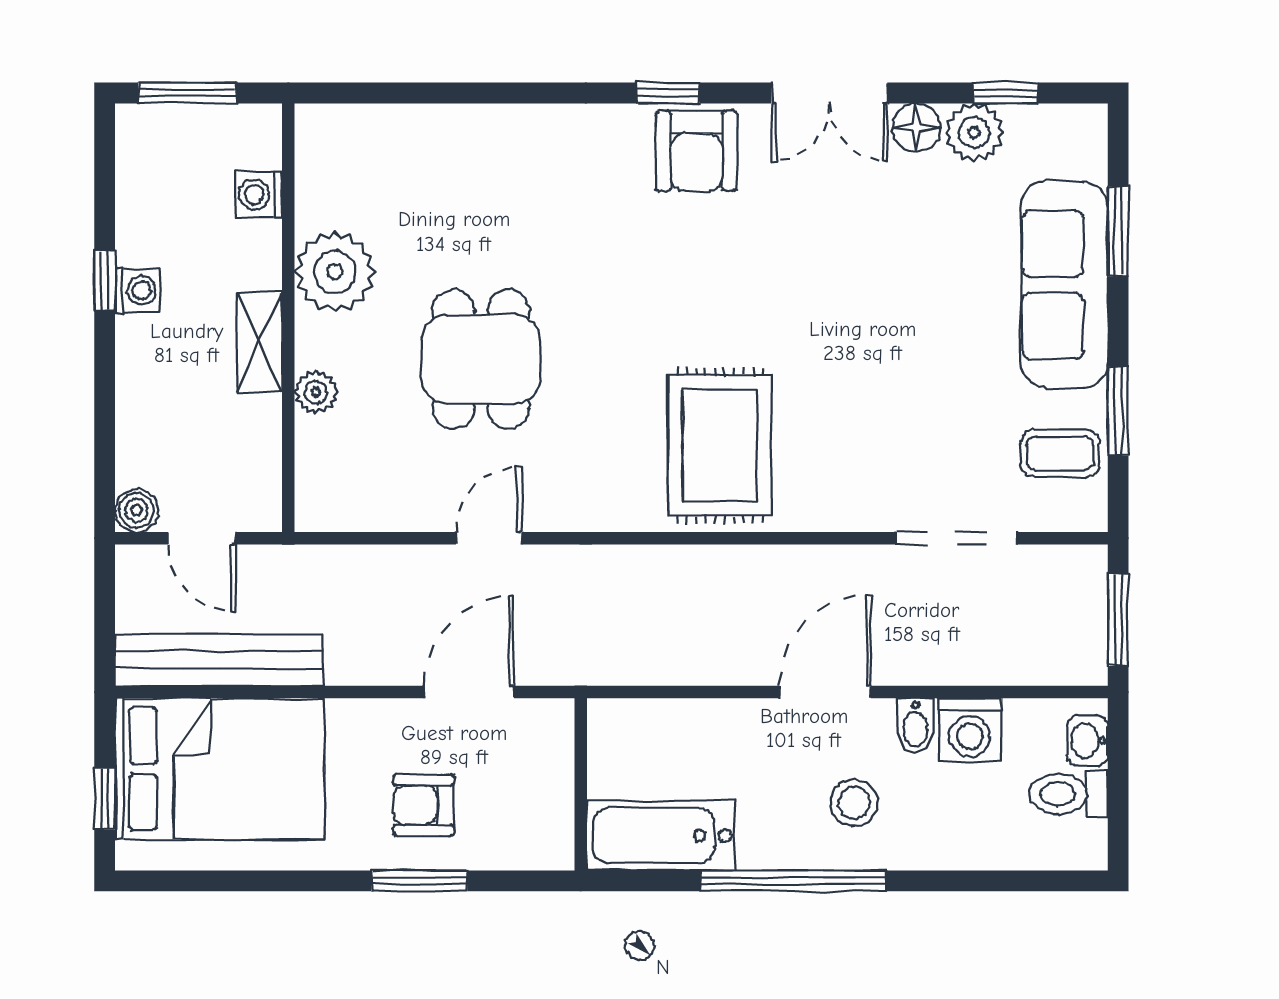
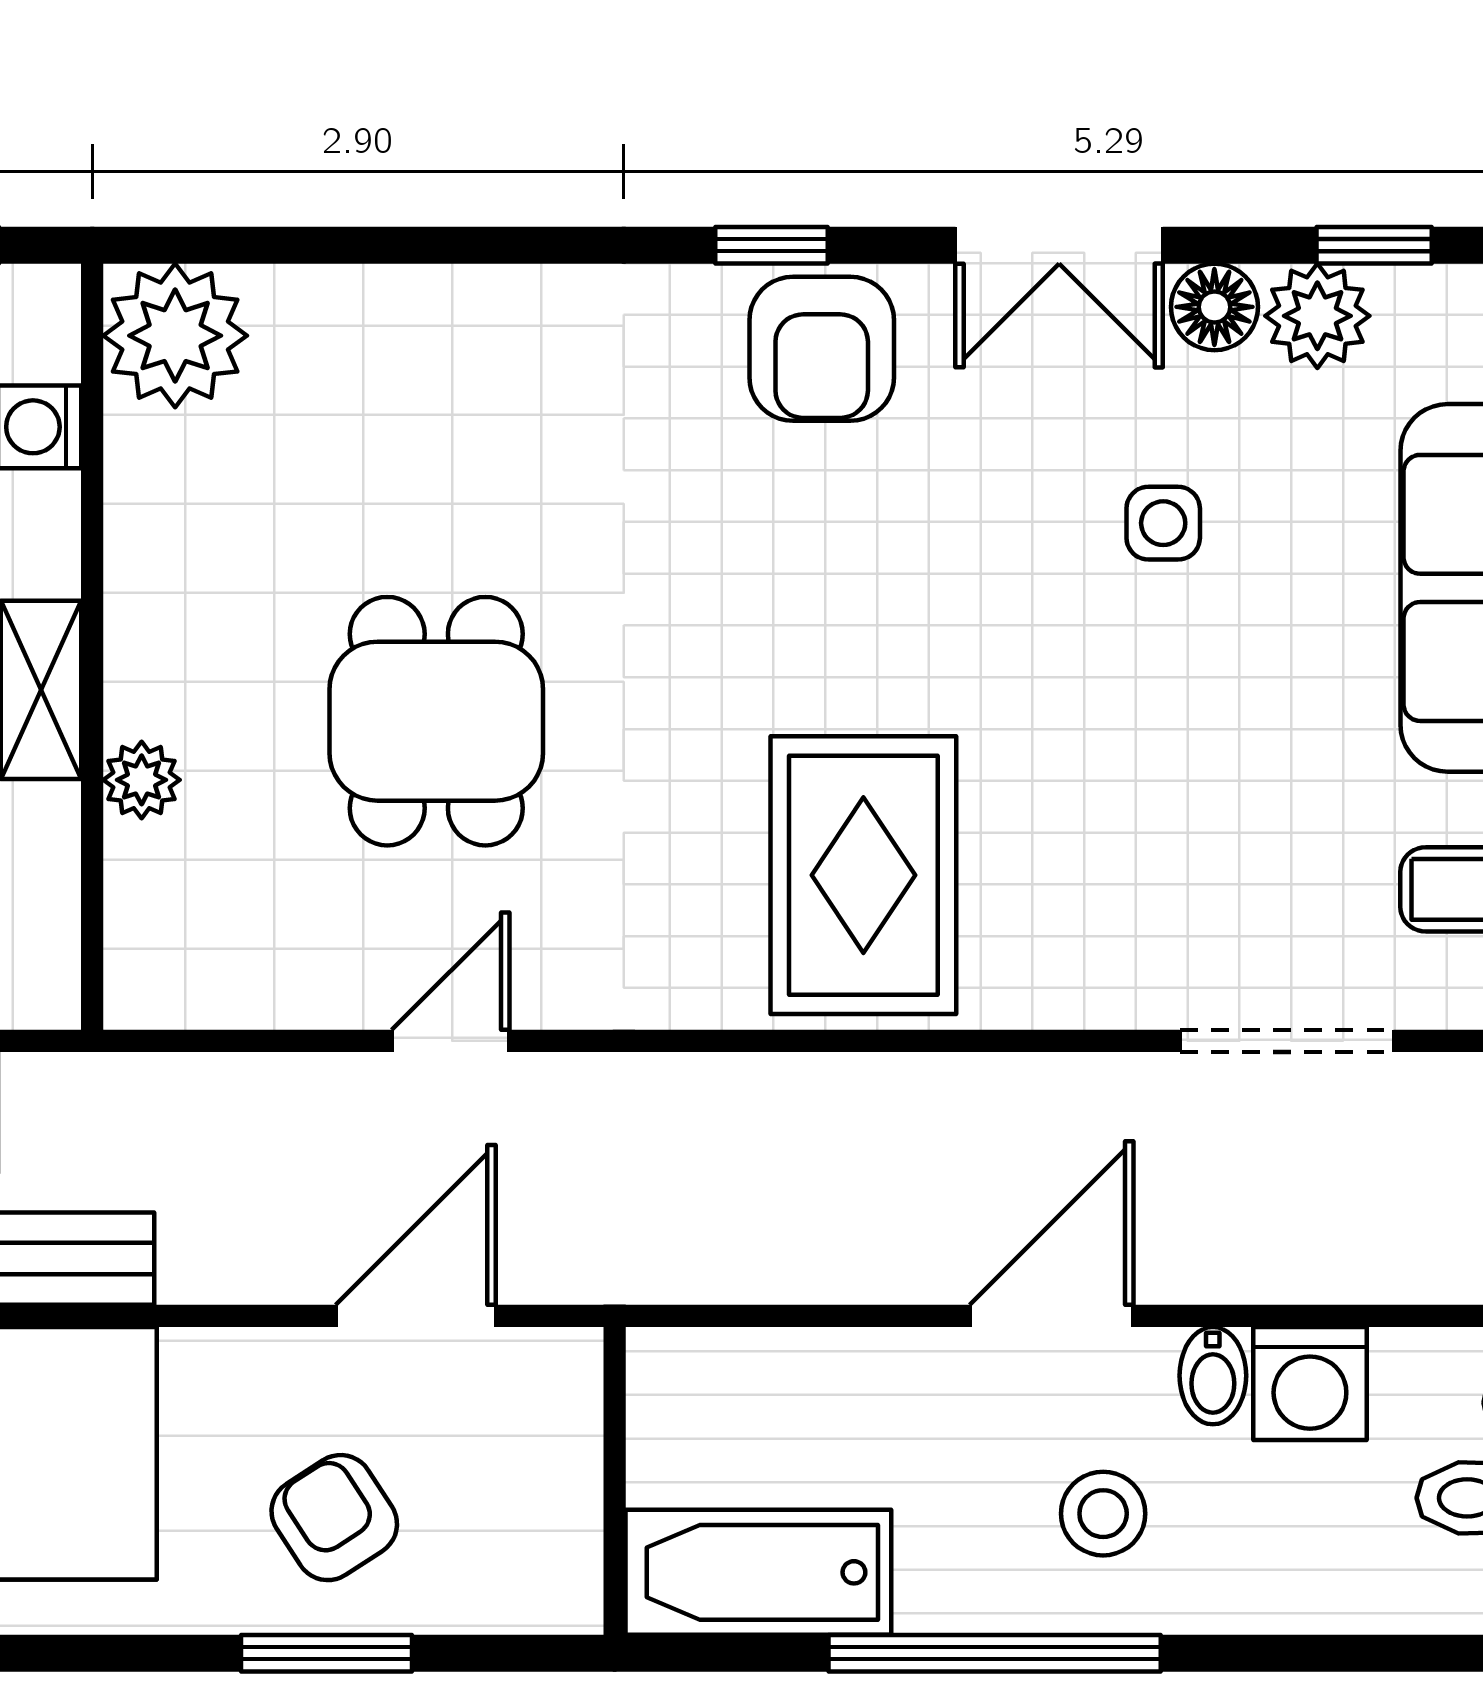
side table: (888, 249) -> (1163, 523), added
plant: (335, 272) -> (175, 336), moved
armchair: (424, 805) -> (334, 1518), turned 57

